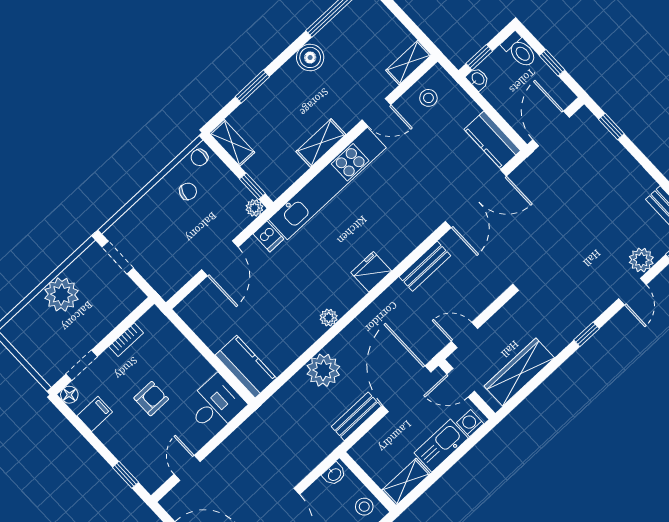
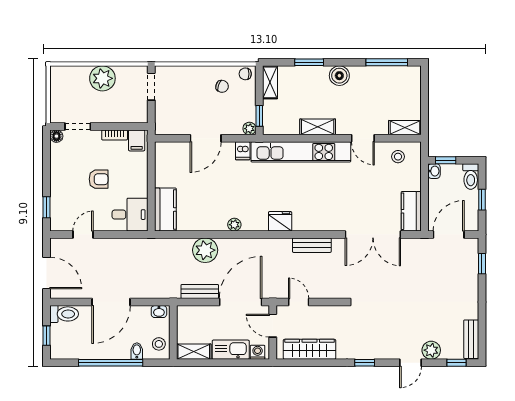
boiler: (310, 57) -> (339, 76), moved
filing cabinet: (95, 414) -> (137, 140), moved, turned 90

